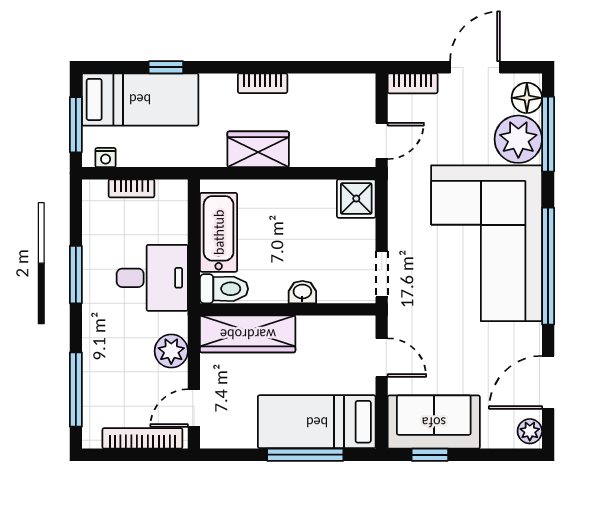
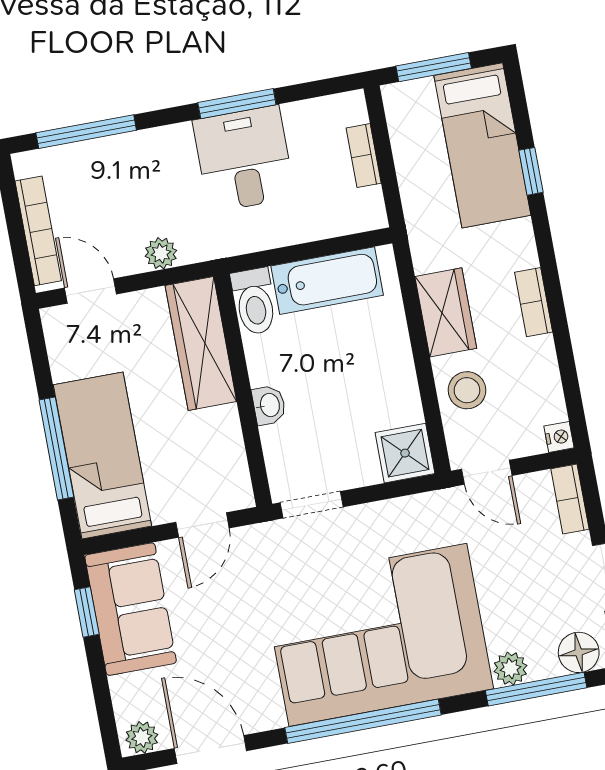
plant: (518, 139) -> (510, 669), width x0.53, depth x0.53
stool: (318, 144) -> (467, 390), added
nightstand: (106, 158) -> (559, 437), moved, turned 180
desk: (152, 278) -> (244, 159), moved, turned 180
plant: (171, 351) -> (161, 253), width x0.73, depth x0.73

